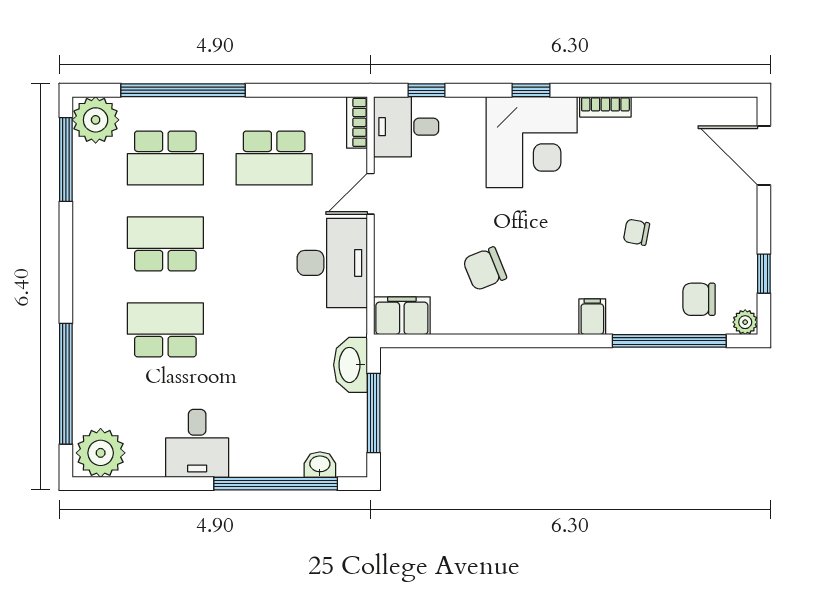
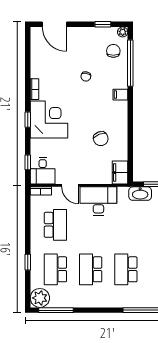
window: (183, 90) -> (28, 262), width x0.32
door: (764, 155) -> (54, 24), hinge flipped
school desk: (165, 158) -> (55, 269), turned 180
chair: (699, 299) -> (113, 51), turned 180

